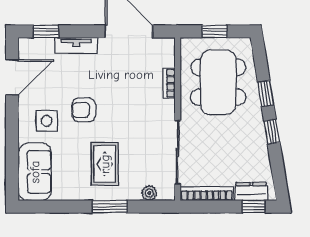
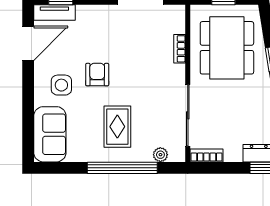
tv unit: (76, 46) -> (54, 13), moved
armchair: (84, 110) -> (97, 75), turned 90
bookcase: (207, 194) -> (207, 155), width x0.64
window: (110, 207) -> (122, 168), width x2.11

